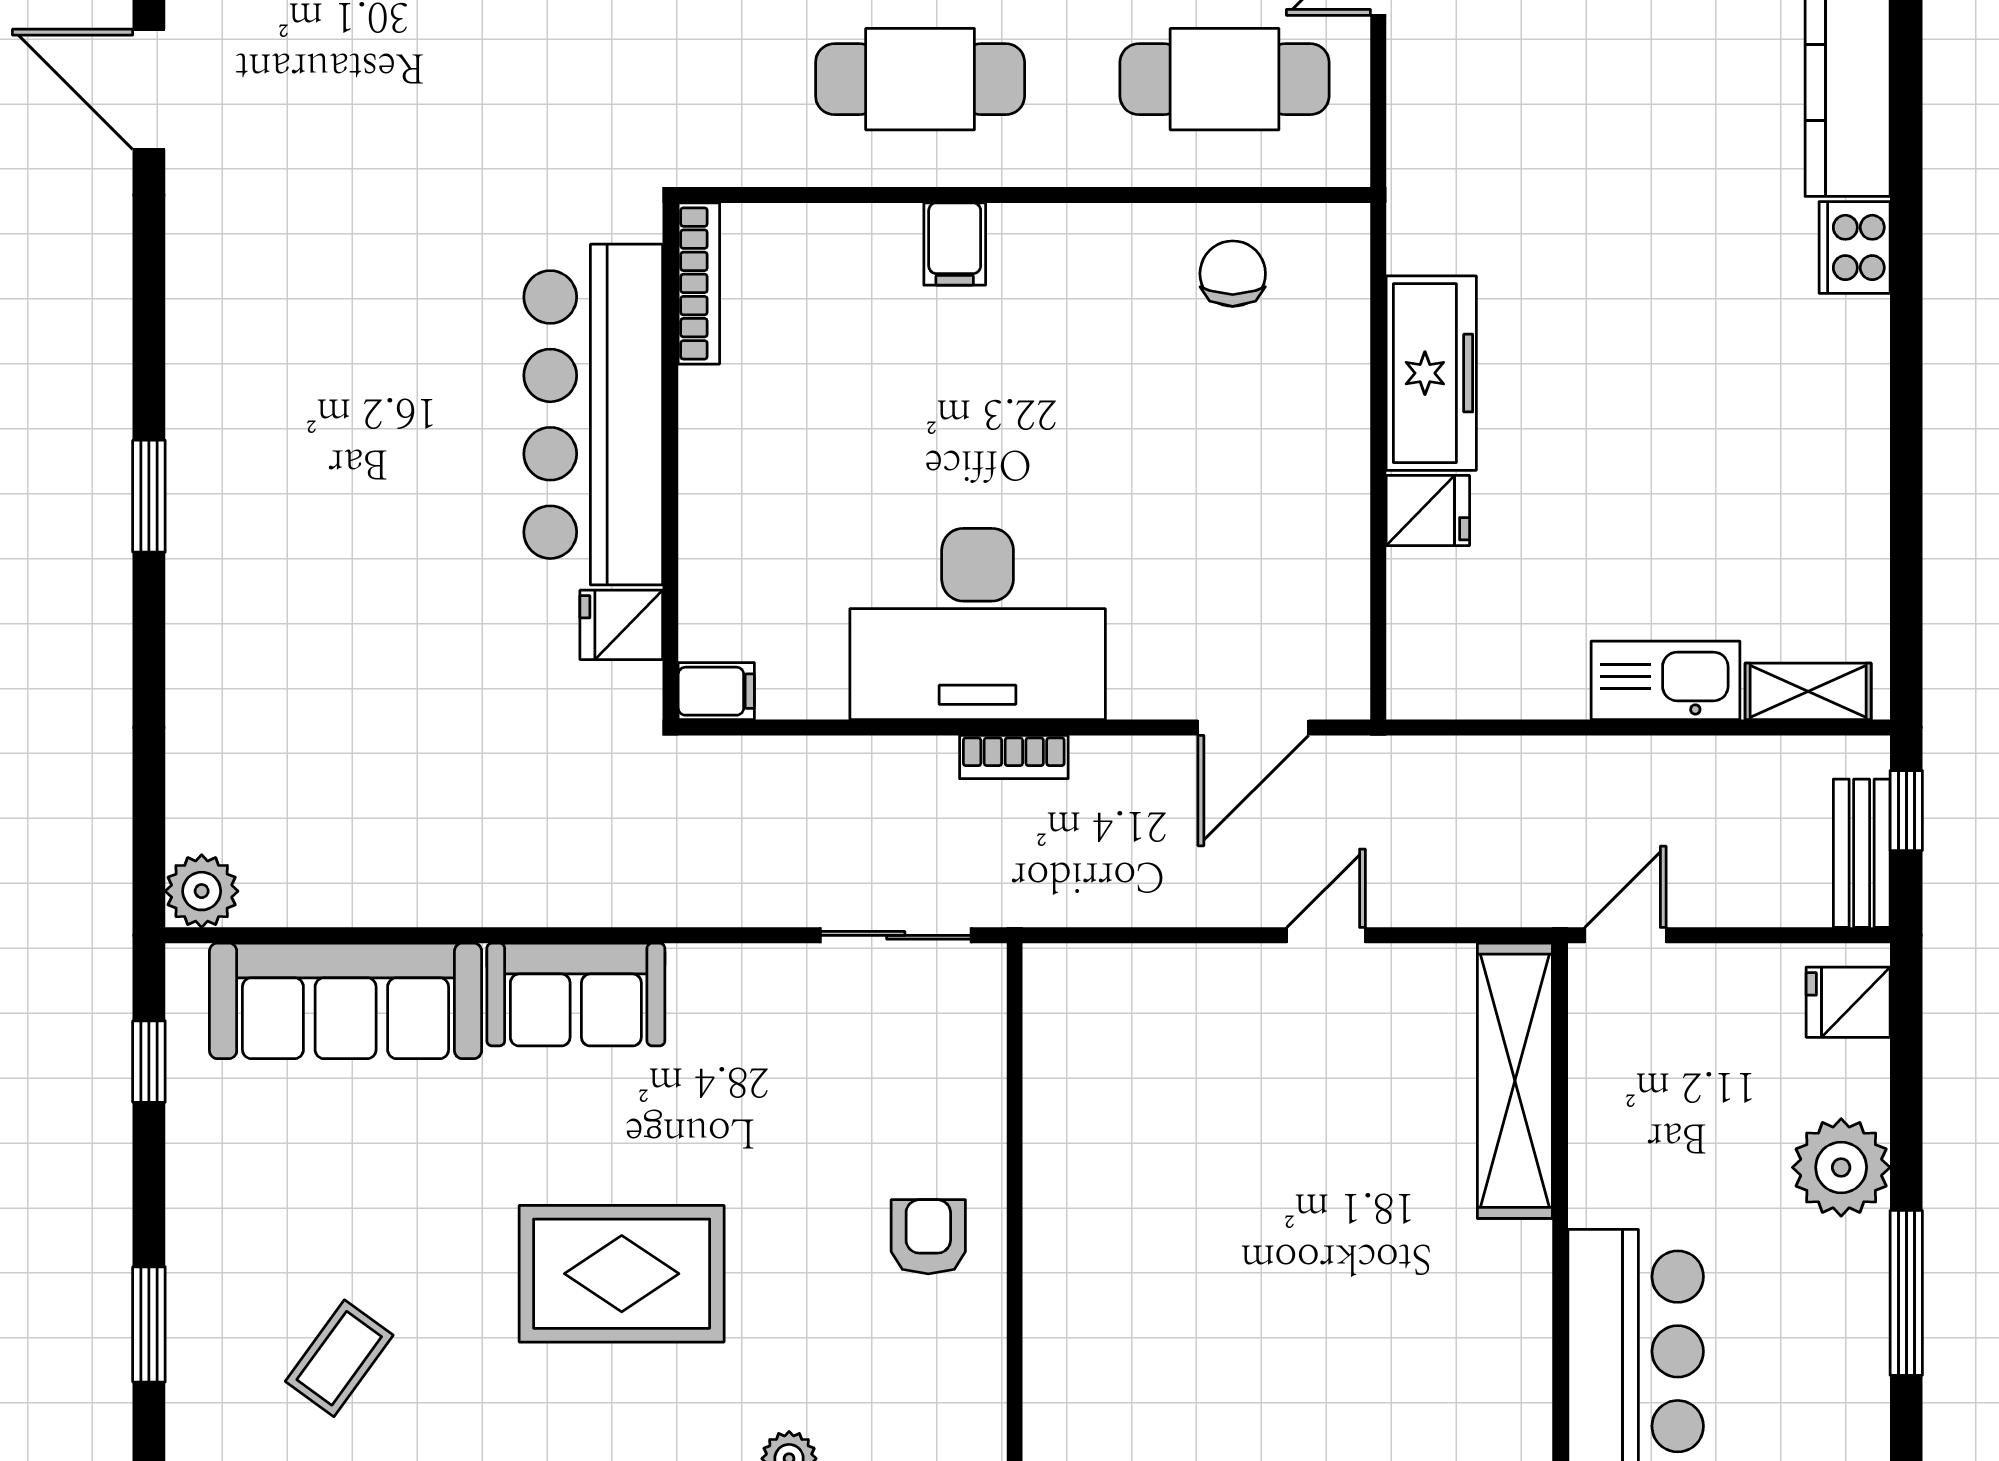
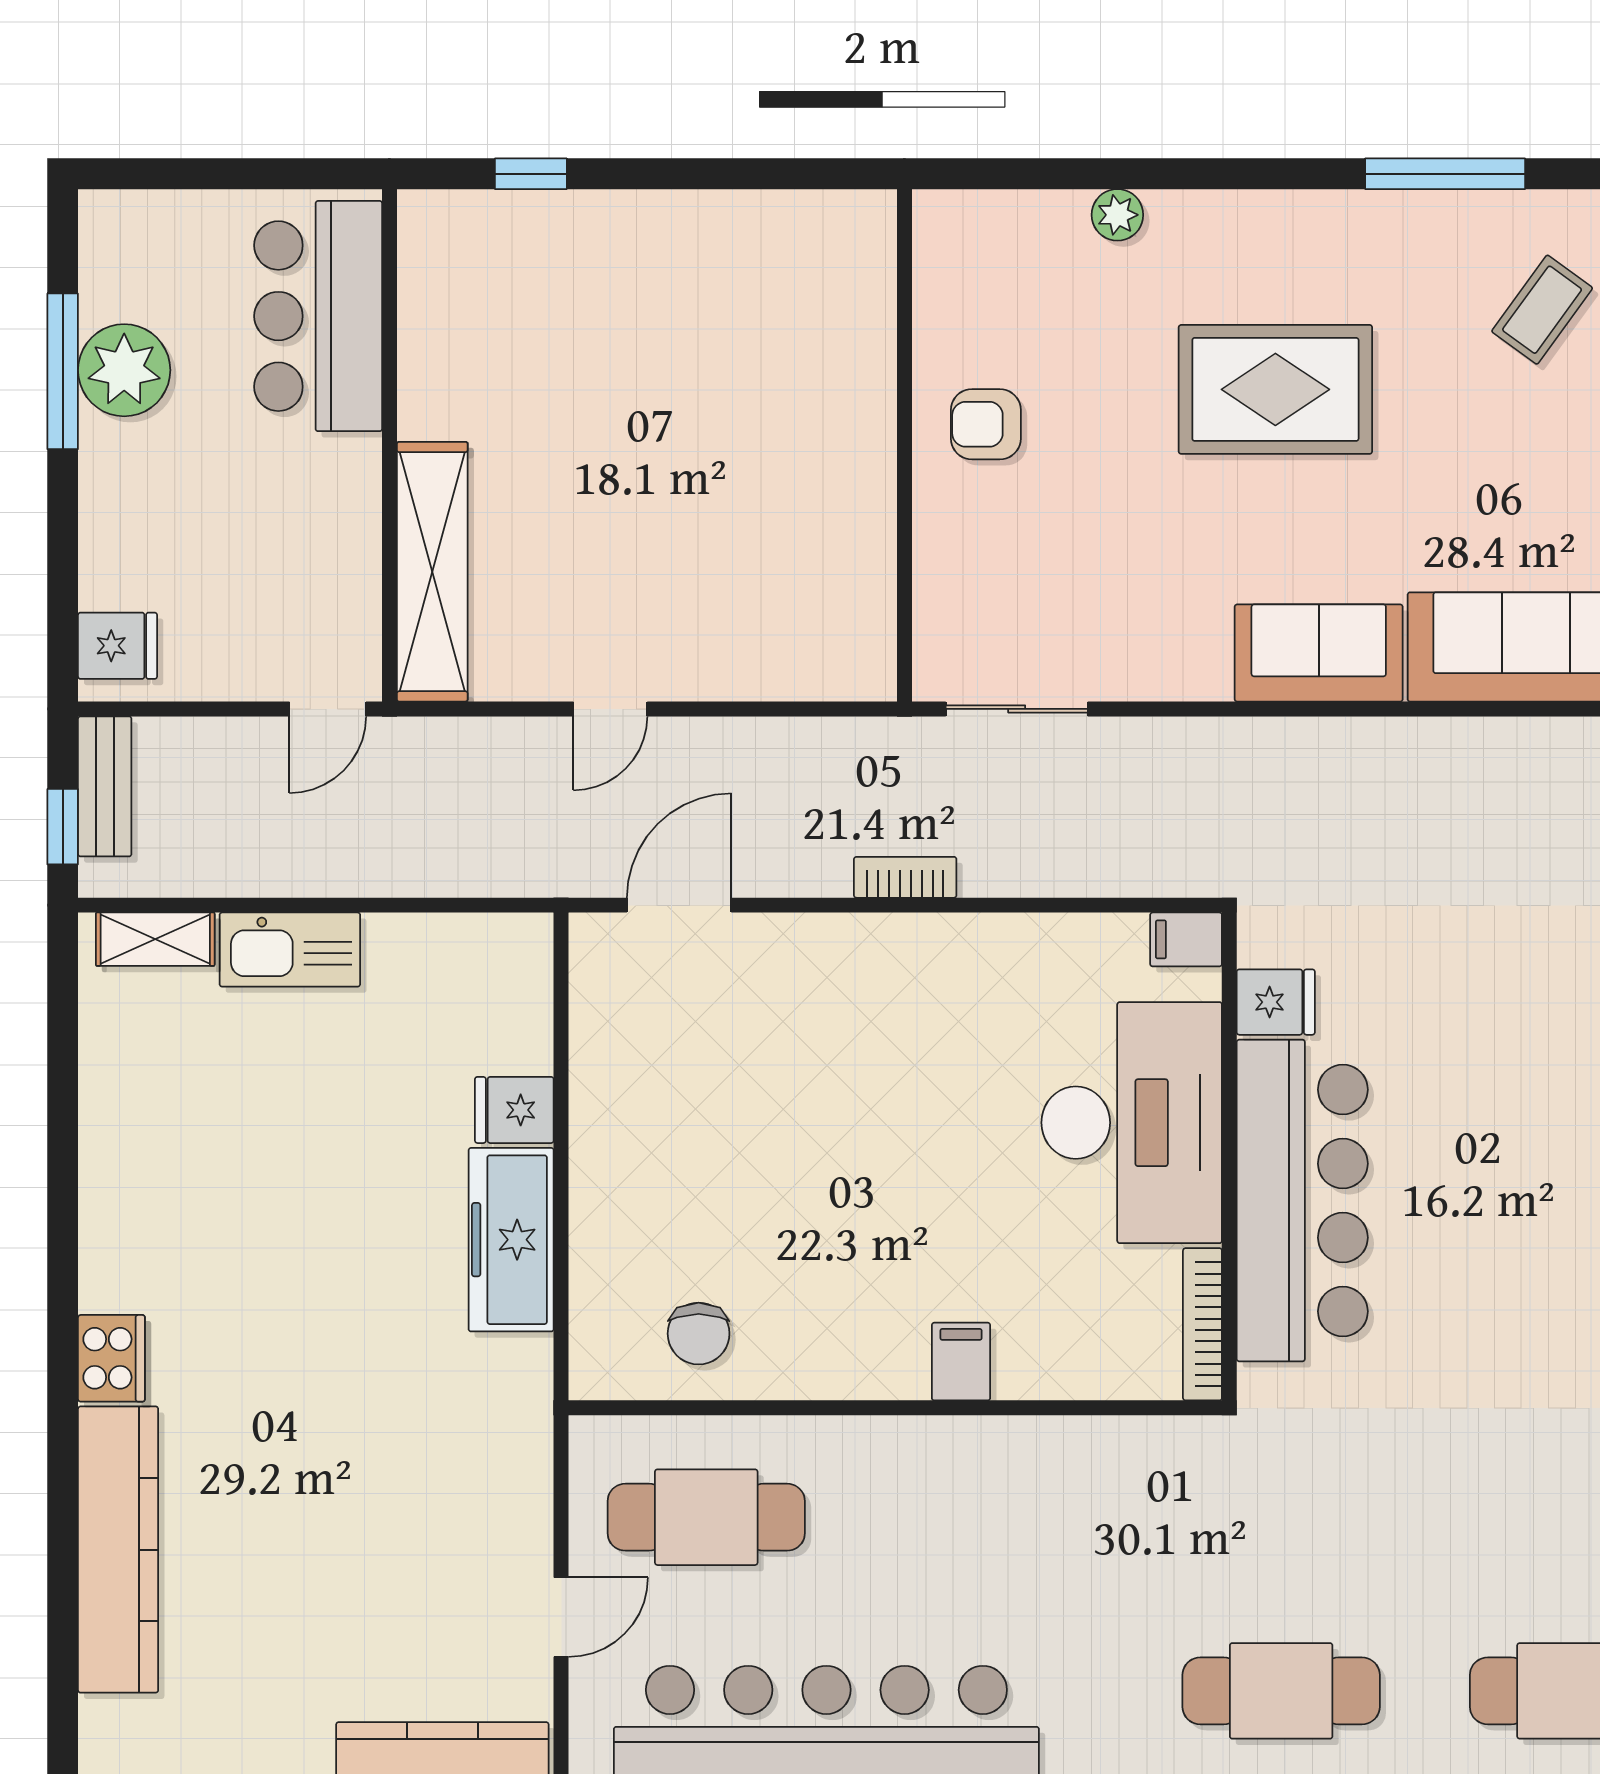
cafe table: (920, 79) -> (994, 1517), removed
desk: (978, 624) -> (1132, 1123), moved, turned 90
plant: (1841, 1167) -> (124, 370), moved
armchair: (928, 1237) -> (986, 424), turned 90

